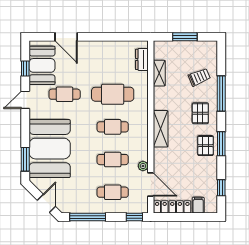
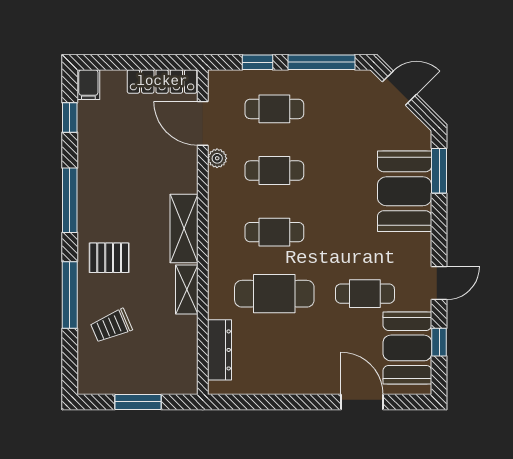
dresser: (142, 59) -> (219, 350), width x1.44
shelving: (159, 73) -> (187, 290), moved
pallet: (200, 113) -> (109, 258), turned 90
window: (221, 144) -> (70, 200), width x1.44
pallet: (205, 146) -> (99, 197), removed
booth: (50, 149) -> (405, 191), width x0.73, depth x0.70
door: (46, 203) -> (399, 88), swing flipped
filing cabinet: (198, 205) -> (88, 85), moved
window: (134, 217) -> (257, 62), moved

